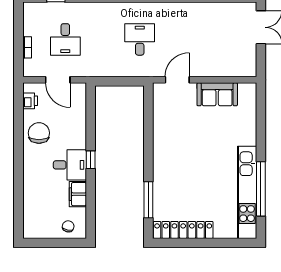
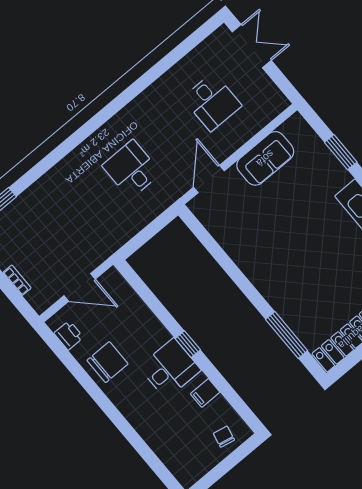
desk: (65, 39) -> (212, 102), moved
window: (261, 125) -> (341, 152), added
chair: (39, 133) -> (107, 362), turned 90
filing cabinet: (78, 194) -> (205, 393), width x0.50

